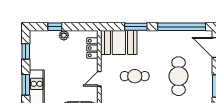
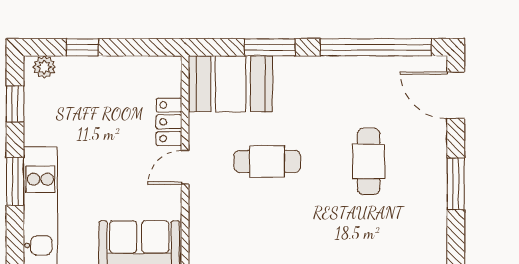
plant: (64, 35) -> (44, 67), moved
locker: (92, 48) -> (169, 122), moved
cafe table: (179, 76) -> (369, 161), width x0.73, depth x0.74

